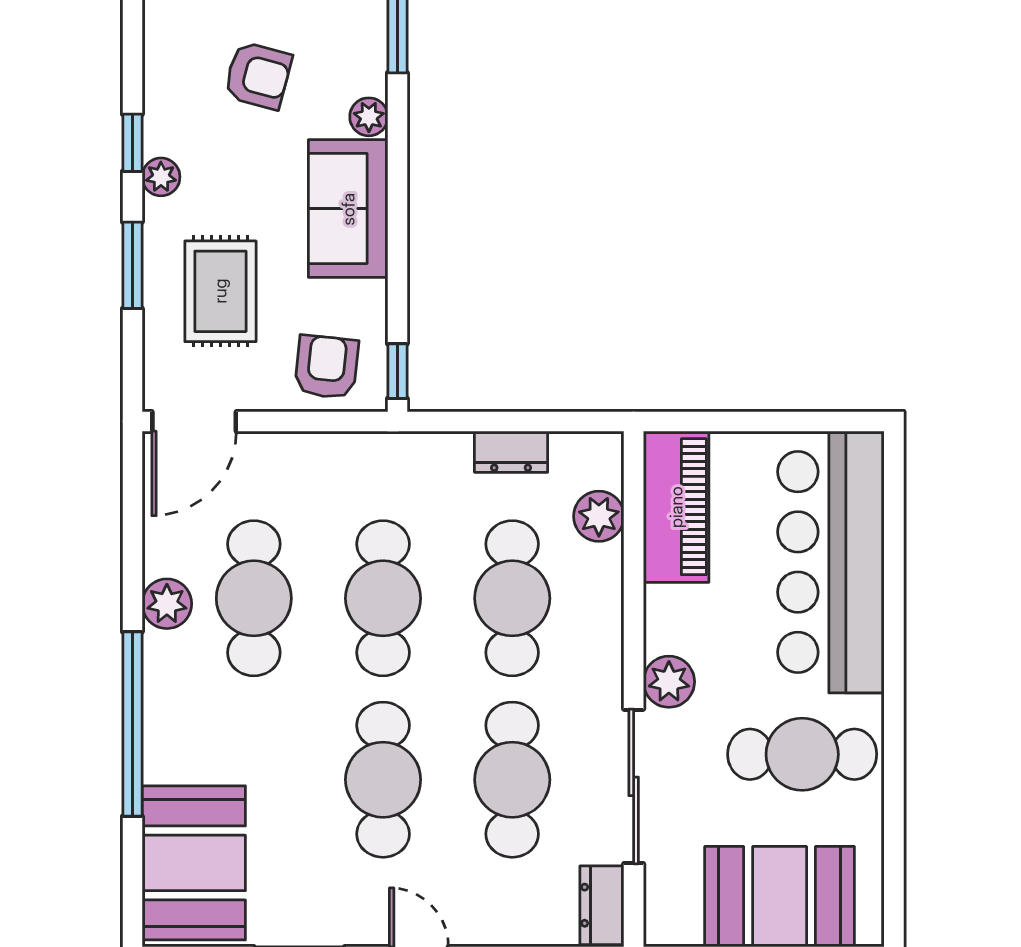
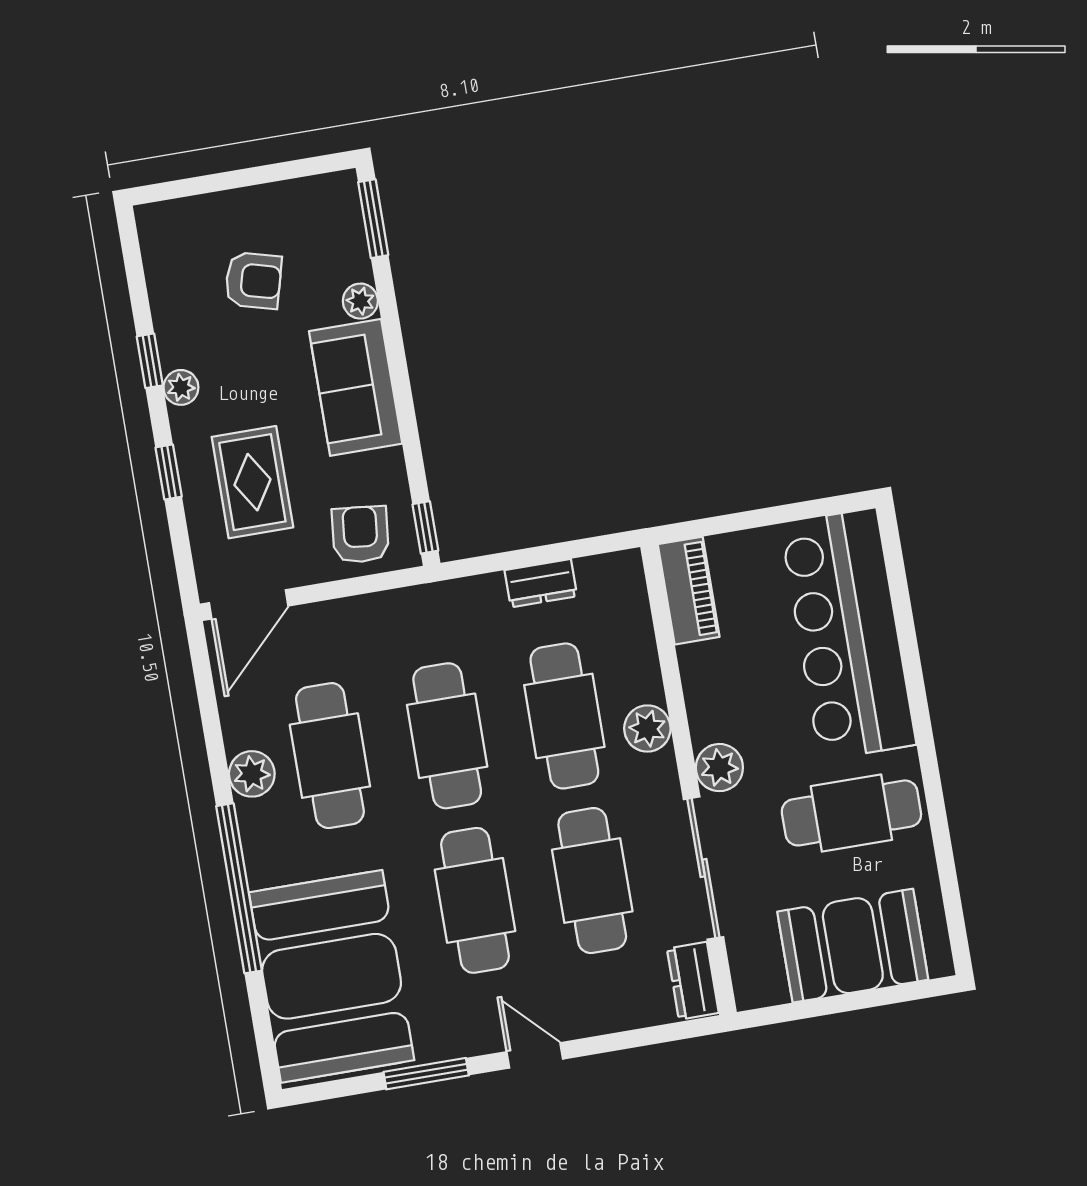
window: (132, 265) -> (169, 472), width x0.67
piano: (676, 507) -> (689, 591), width x0.73, depth x0.75
plant: (599, 516) -> (647, 728), moved
booth: (194, 863) -> (332, 976), width x1.36, depth x1.42

